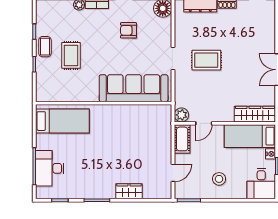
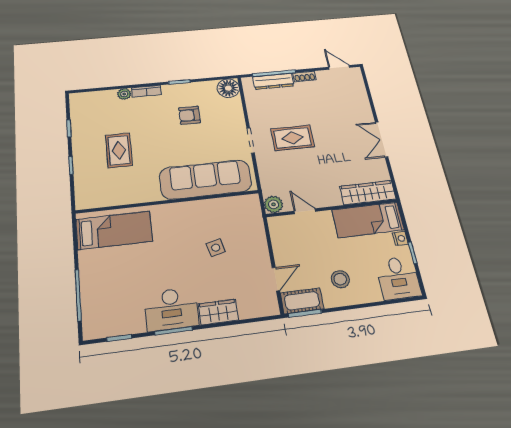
coffee table: (45, 47) -> (84, 144), removed
door: (204, 123) -> (305, 211), swing flipped
cot: (182, 139) -> (302, 301), moved, turned 90
side table: (134, 144) -> (216, 248), added
desk: (50, 168) -> (171, 309), moved, turned -90

